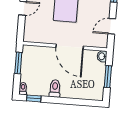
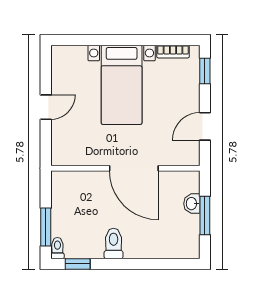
washbasin: (102, 56) -> (192, 204), moved
window: (18, 63) -> (46, 227), moved

